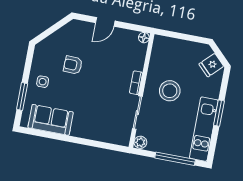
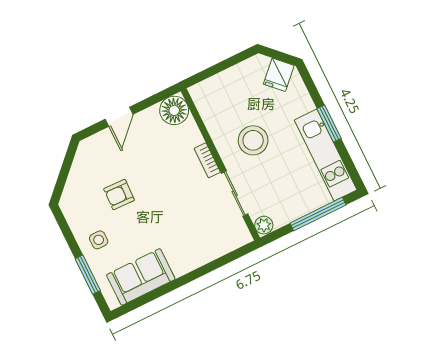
floor lamp: (144, 38) -> (174, 110), width x1.89, depth x1.89

